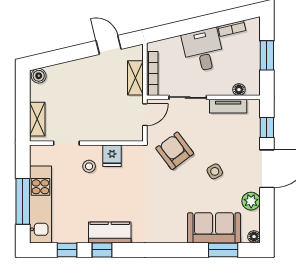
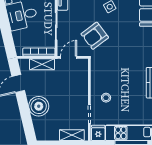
boiler: (39, 76) -> (39, 106), moved, width x1.86, depth x1.86
door: (145, 115) -> (69, 57), hinge flipped
fridge: (112, 156) -> (98, 133), moved, turned -90

